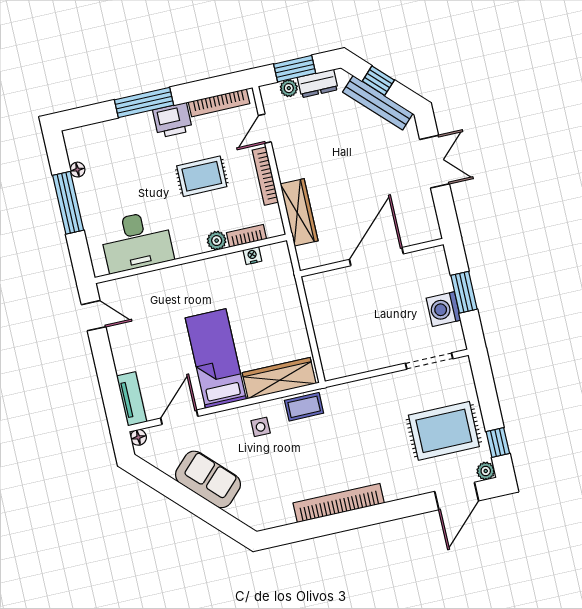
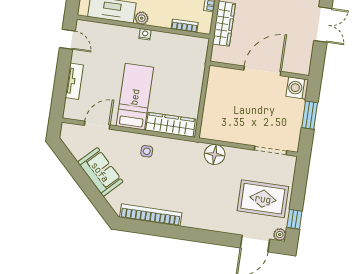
plant: (217, 241) -> (142, 18), moved
nightstand: (252, 256) -> (145, 34), moved
washing machine: (443, 309) -> (297, 88), moved
tv unit: (132, 399) -> (74, 81), moved
coffee table: (304, 407) -> (179, 149), removed
floor lamp: (138, 437) -> (215, 154), moved, width x1.89, depth x1.89
bookcase: (339, 503) -> (151, 215), moved

